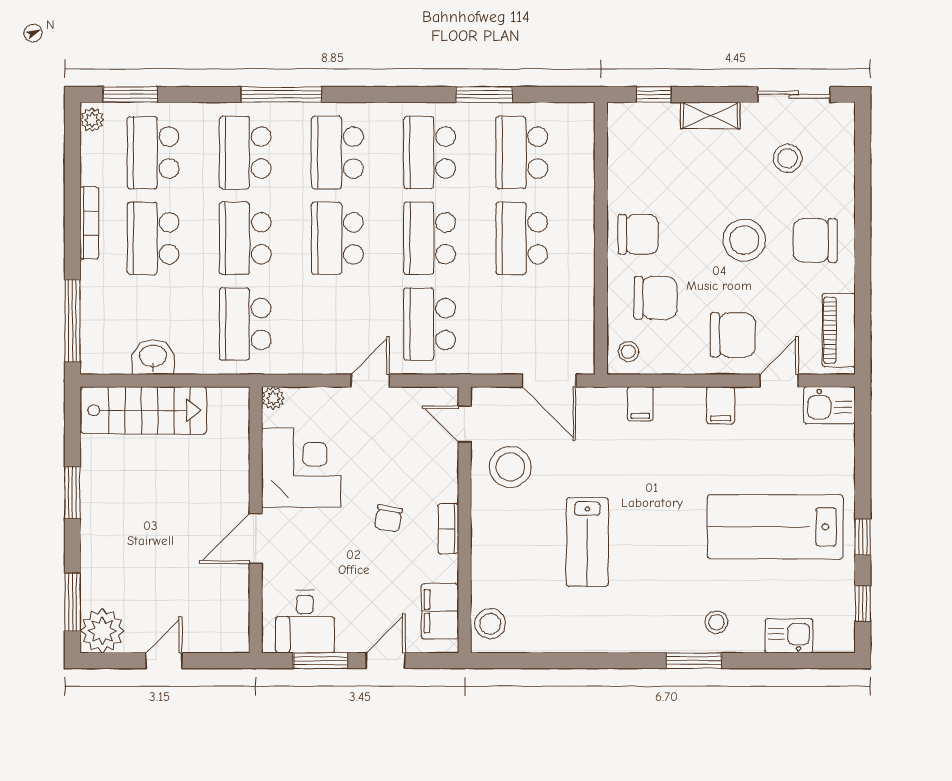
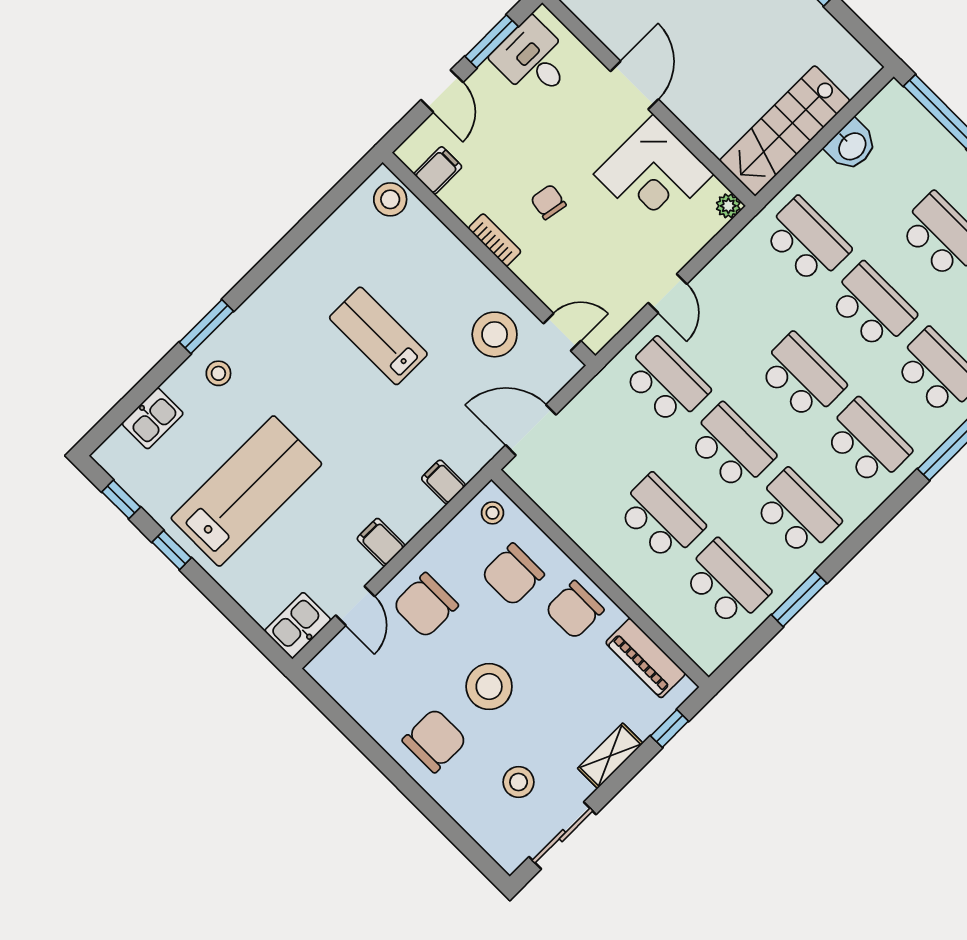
piano: (839, 330) -> (646, 658), moved, turned 180
stairs: (144, 410) -> (785, 131), moved
filing cabinet: (440, 611) -> (438, 170), width x0.50

